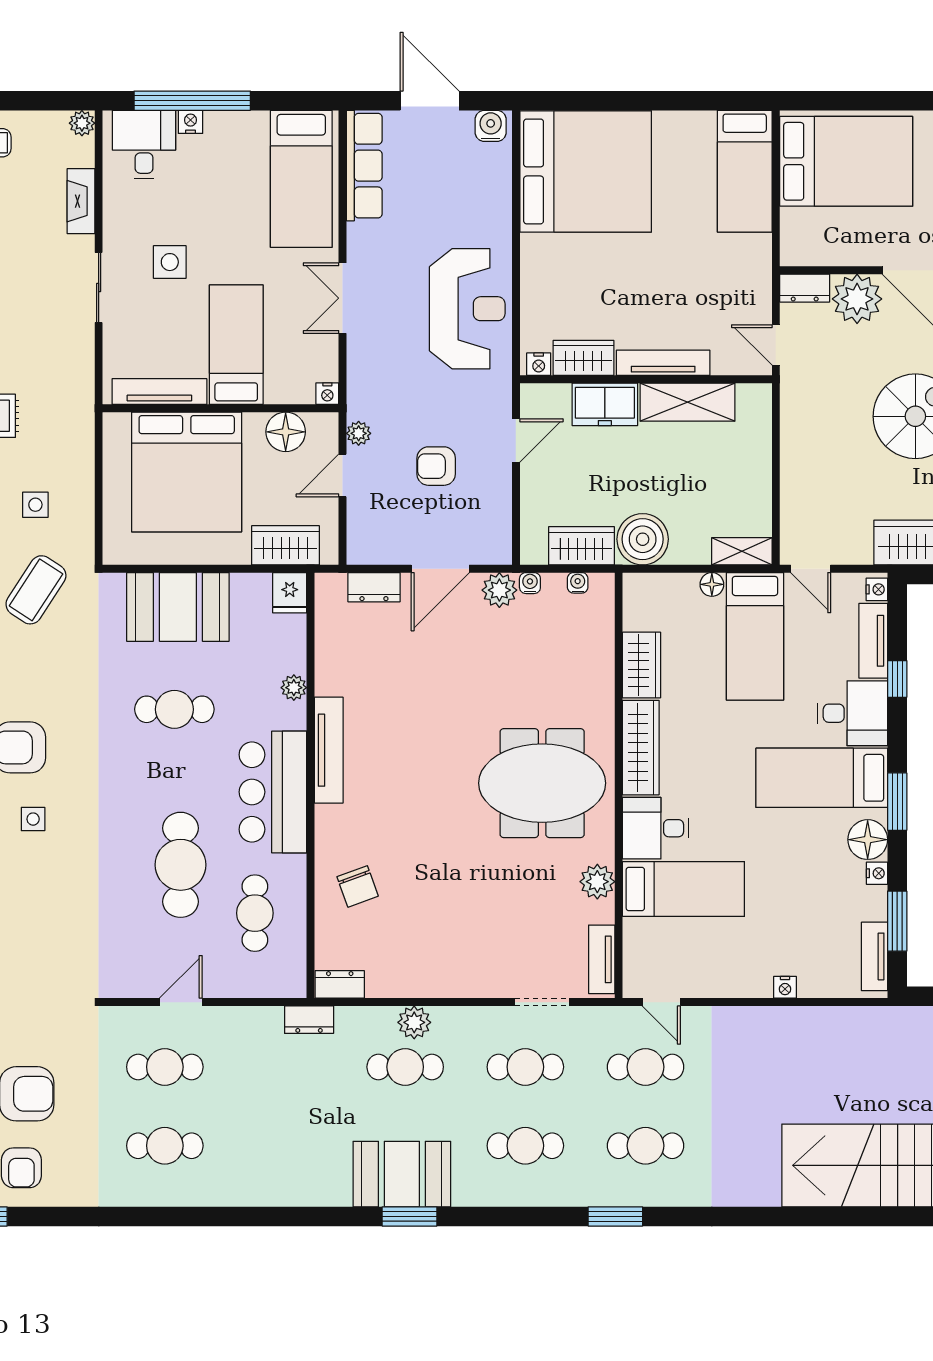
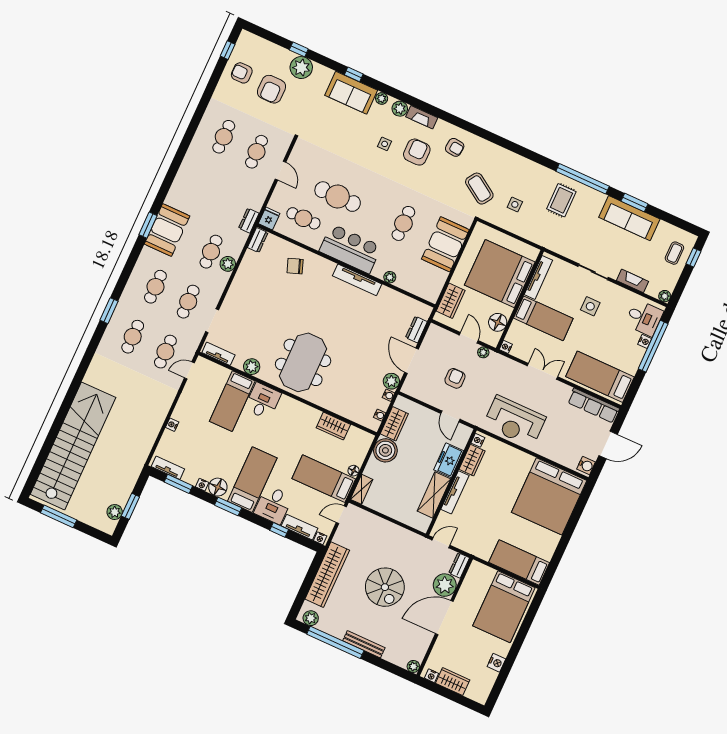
fridge: (290, 593) -> (269, 219), moved, turned 90
wardrobe: (641, 748) -> (299, 410), removed

